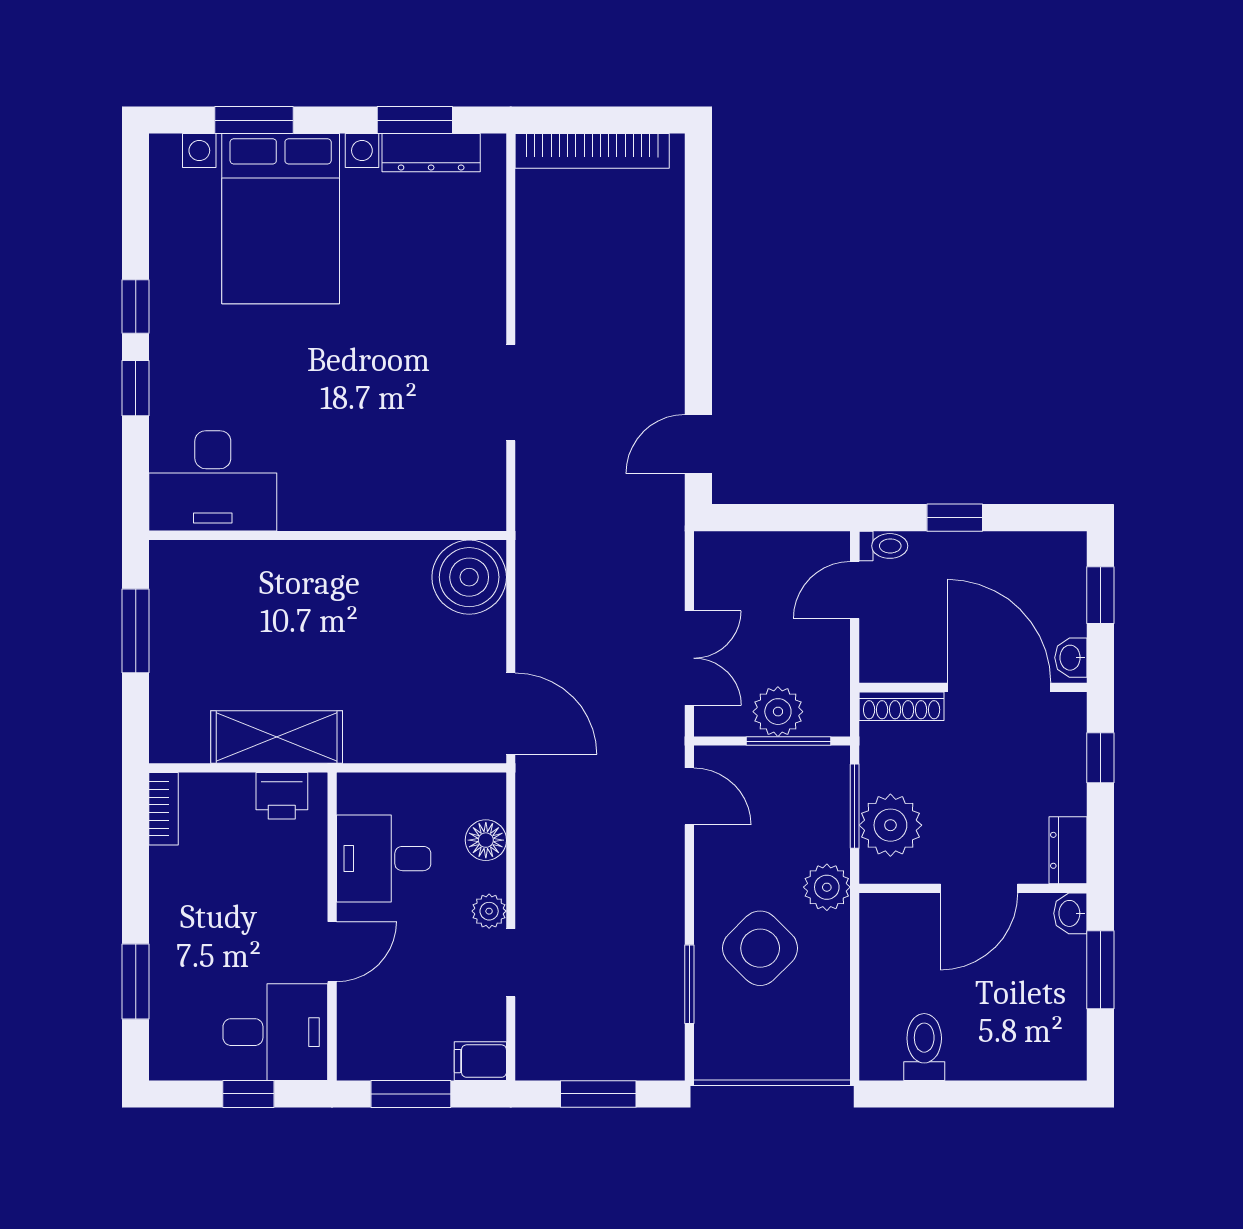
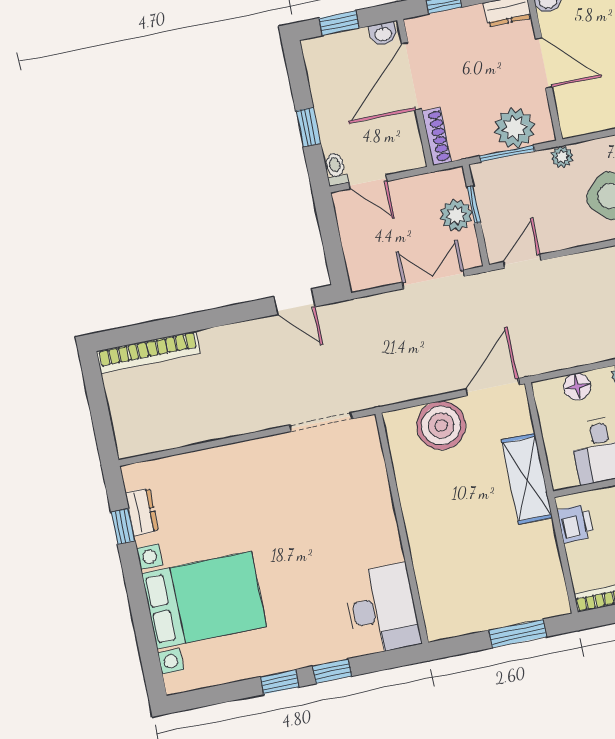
window: (254, 120) -> (144, 630), removed
window: (415, 120) -> (123, 527), width x0.67
bookcase: (592, 151) -> (148, 352), moved, turned 90
dresser: (431, 153) -> (142, 512), width x0.70
doorway: (511, 393) -> (321, 422), moved
boiler: (469, 577) -> (441, 425), moved
window: (136, 631) -> (518, 634), moved
shelving: (277, 737) -> (527, 479), moved
window: (788, 741) -> (474, 205), width x0.67
plant: (827, 887) -> (562, 157), width x0.73, depth x0.73

